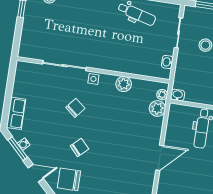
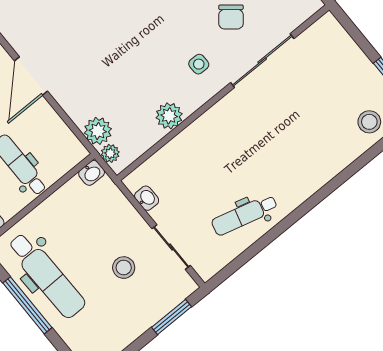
side table: (93, 79) -> (199, 64), moved
chair: (75, 108) -> (231, 17), moved

